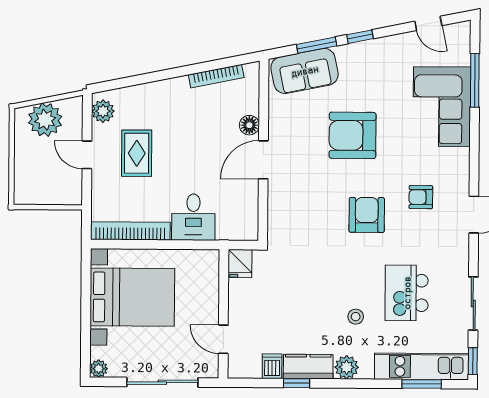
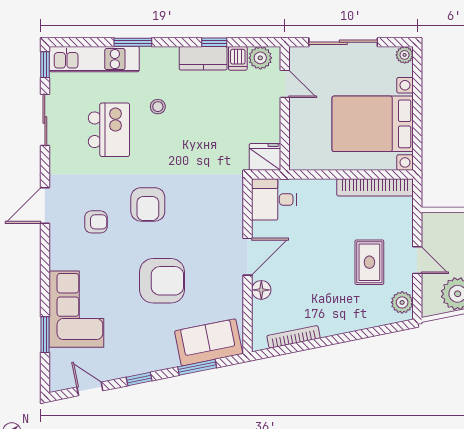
window: (360, 37) -> (139, 379), moved
window: (475, 80) -> (45, 335), width x0.69
desk: (193, 217) -> (274, 199), moved, turned -90
fridge: (240, 263) -> (265, 157), width x1.38
plant: (347, 367) -> (260, 58), moved
window: (422, 384) -> (133, 42), moved

